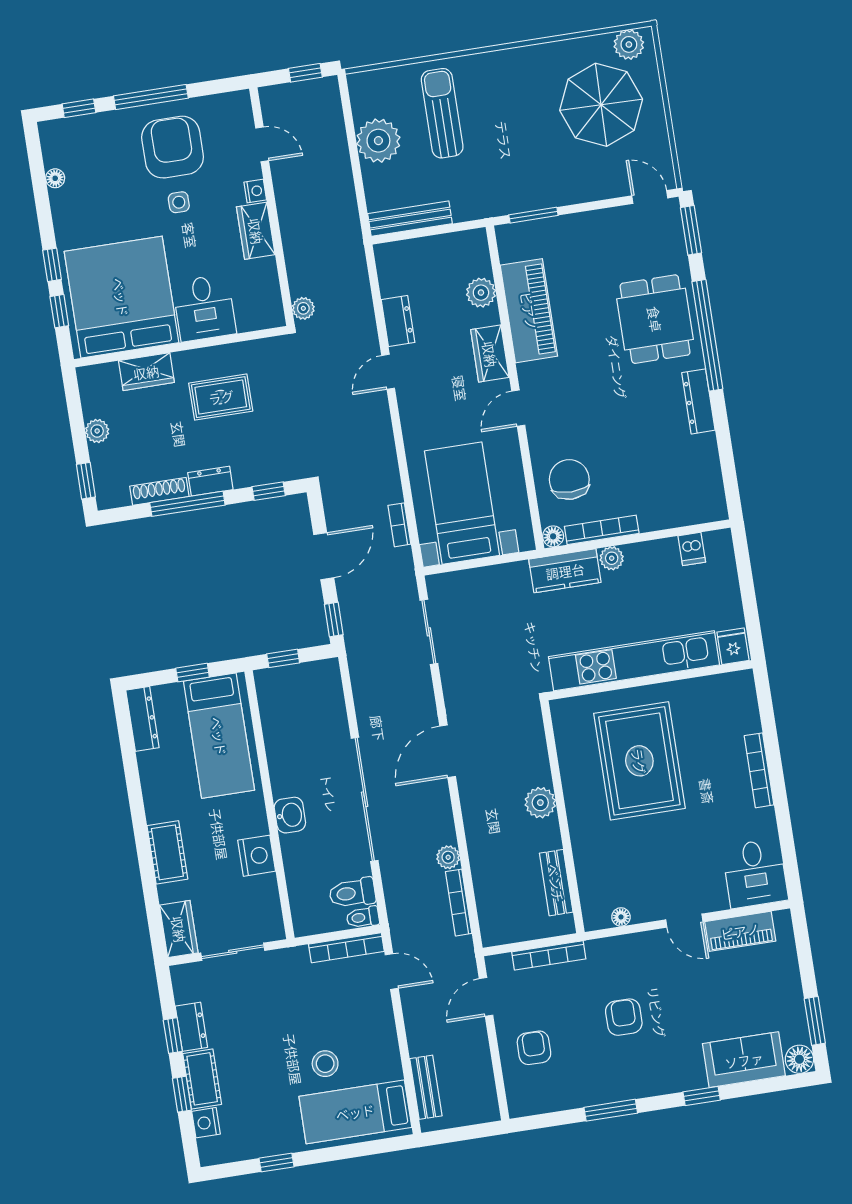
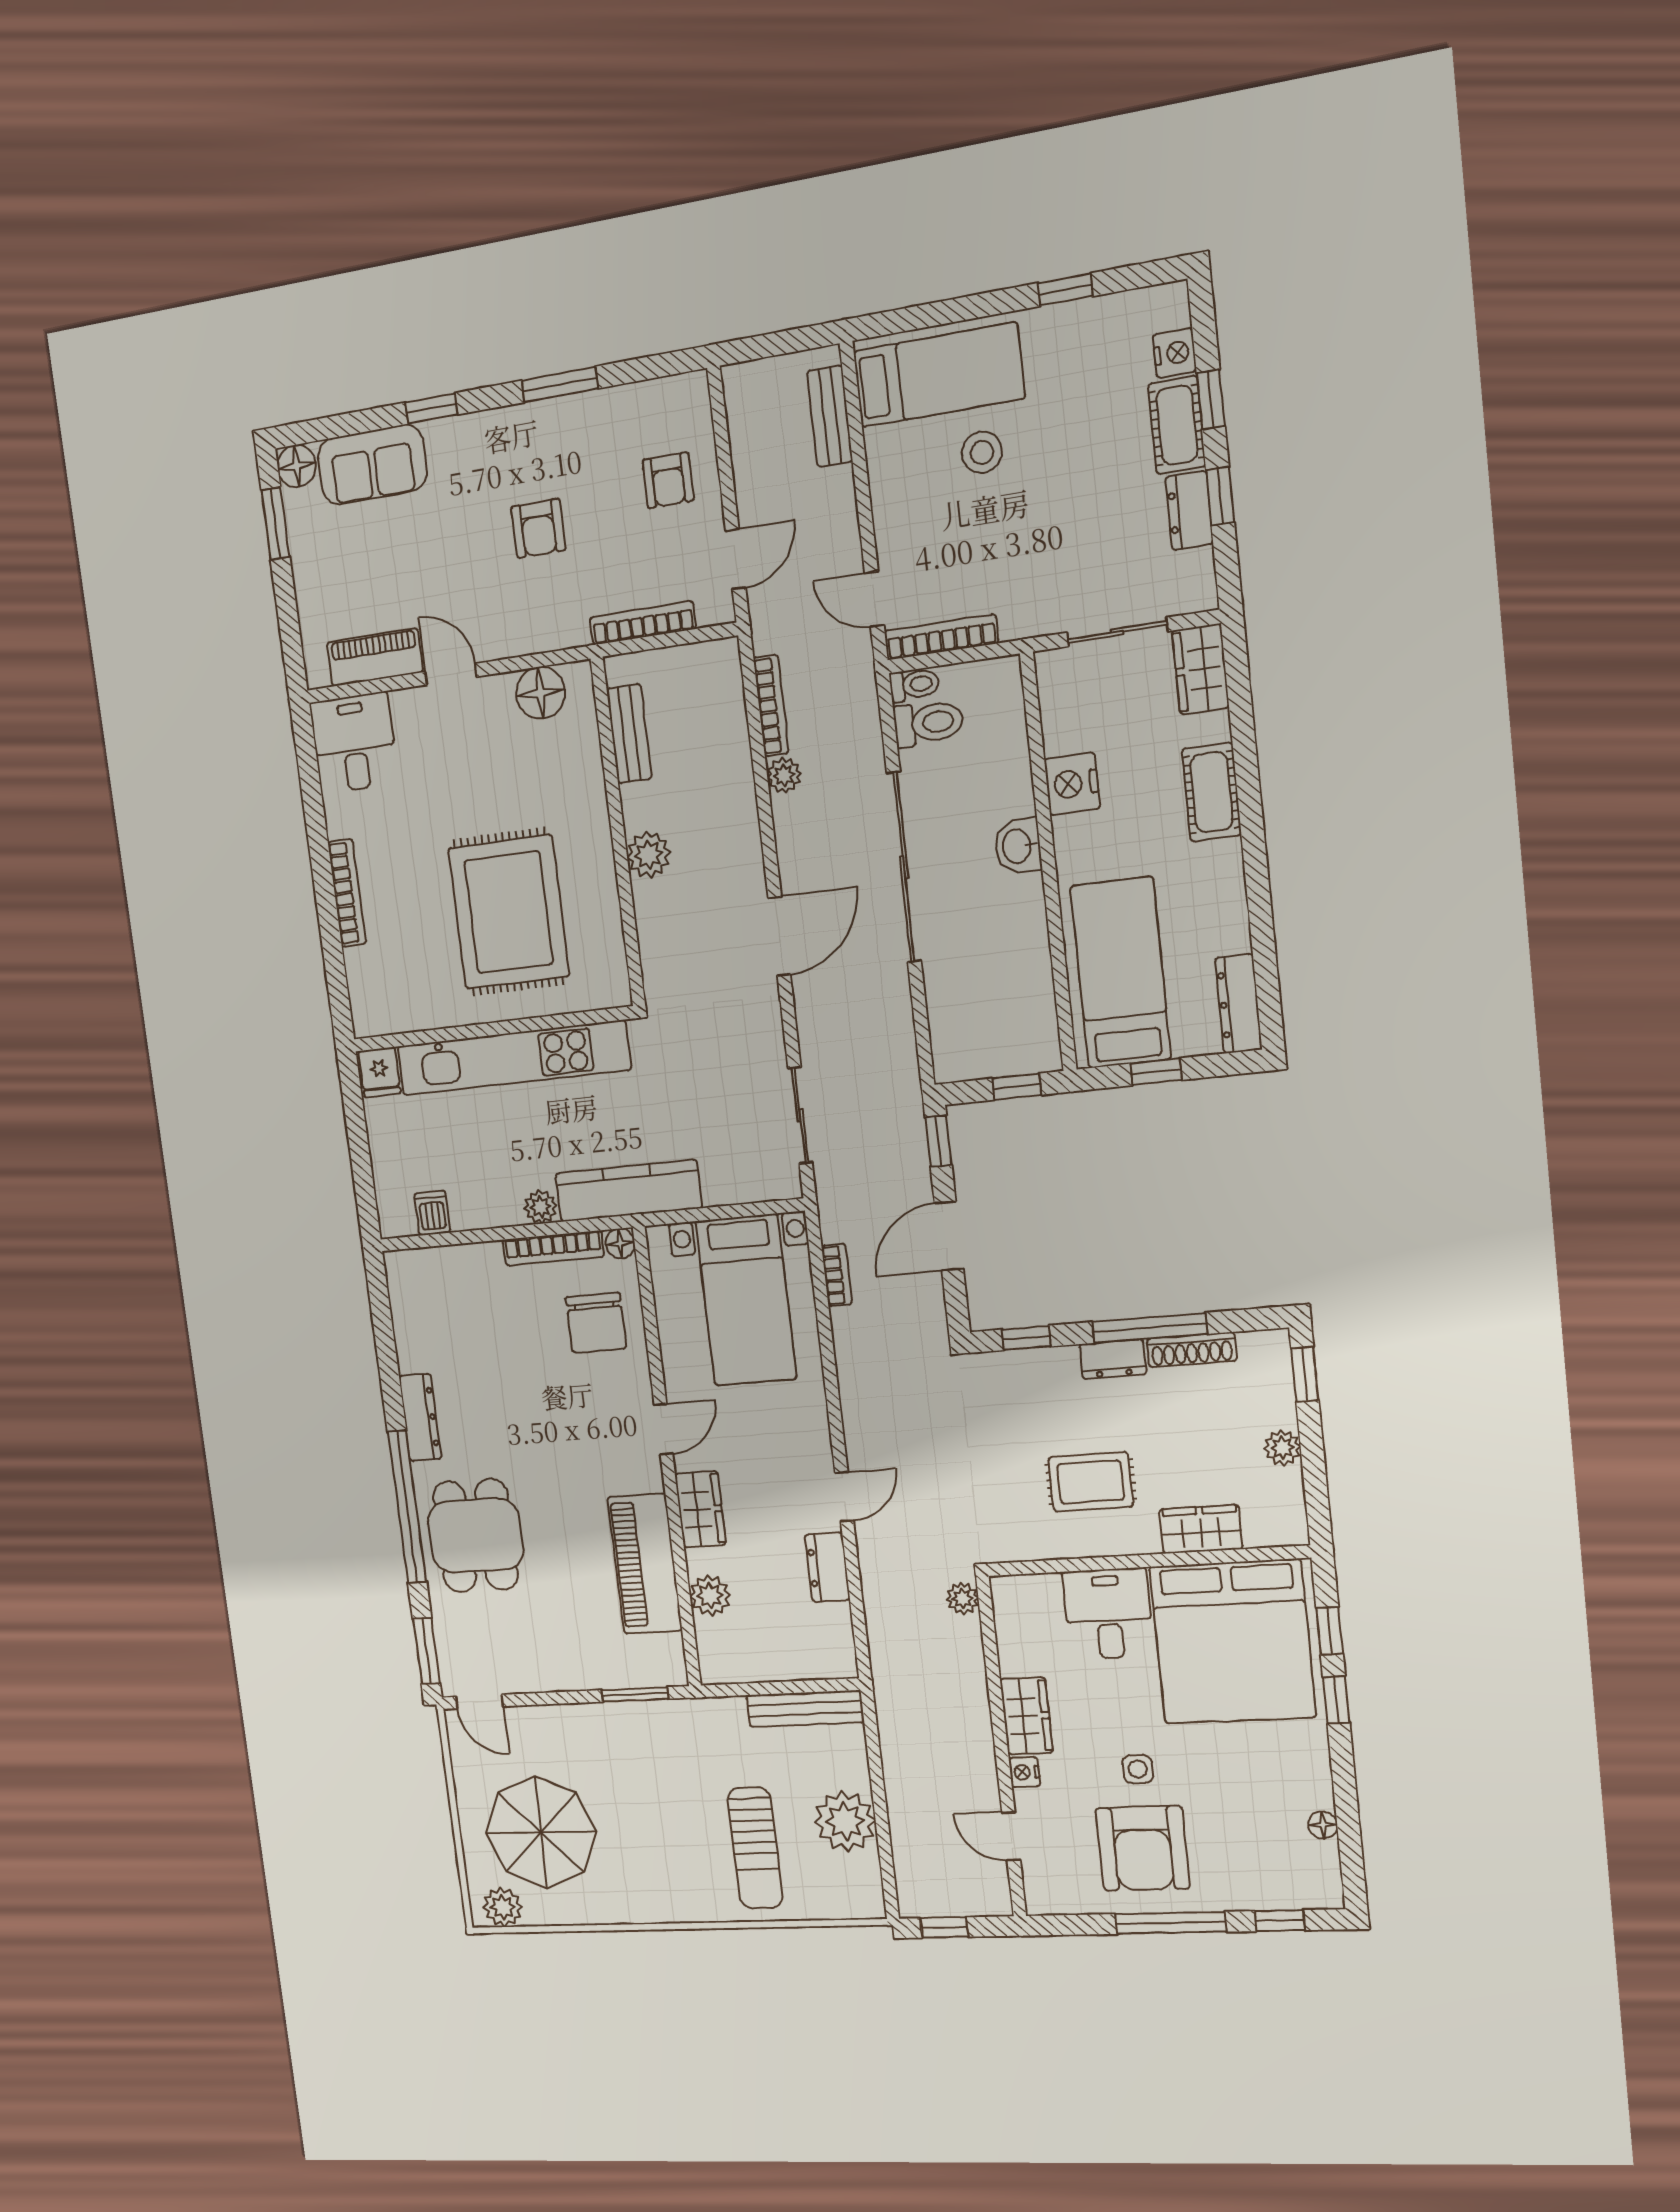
kitchen counter: (565, 571) -> (629, 1191), width x1.50
floor lamp: (621, 917) -> (541, 693), width x1.89, depth x1.89

